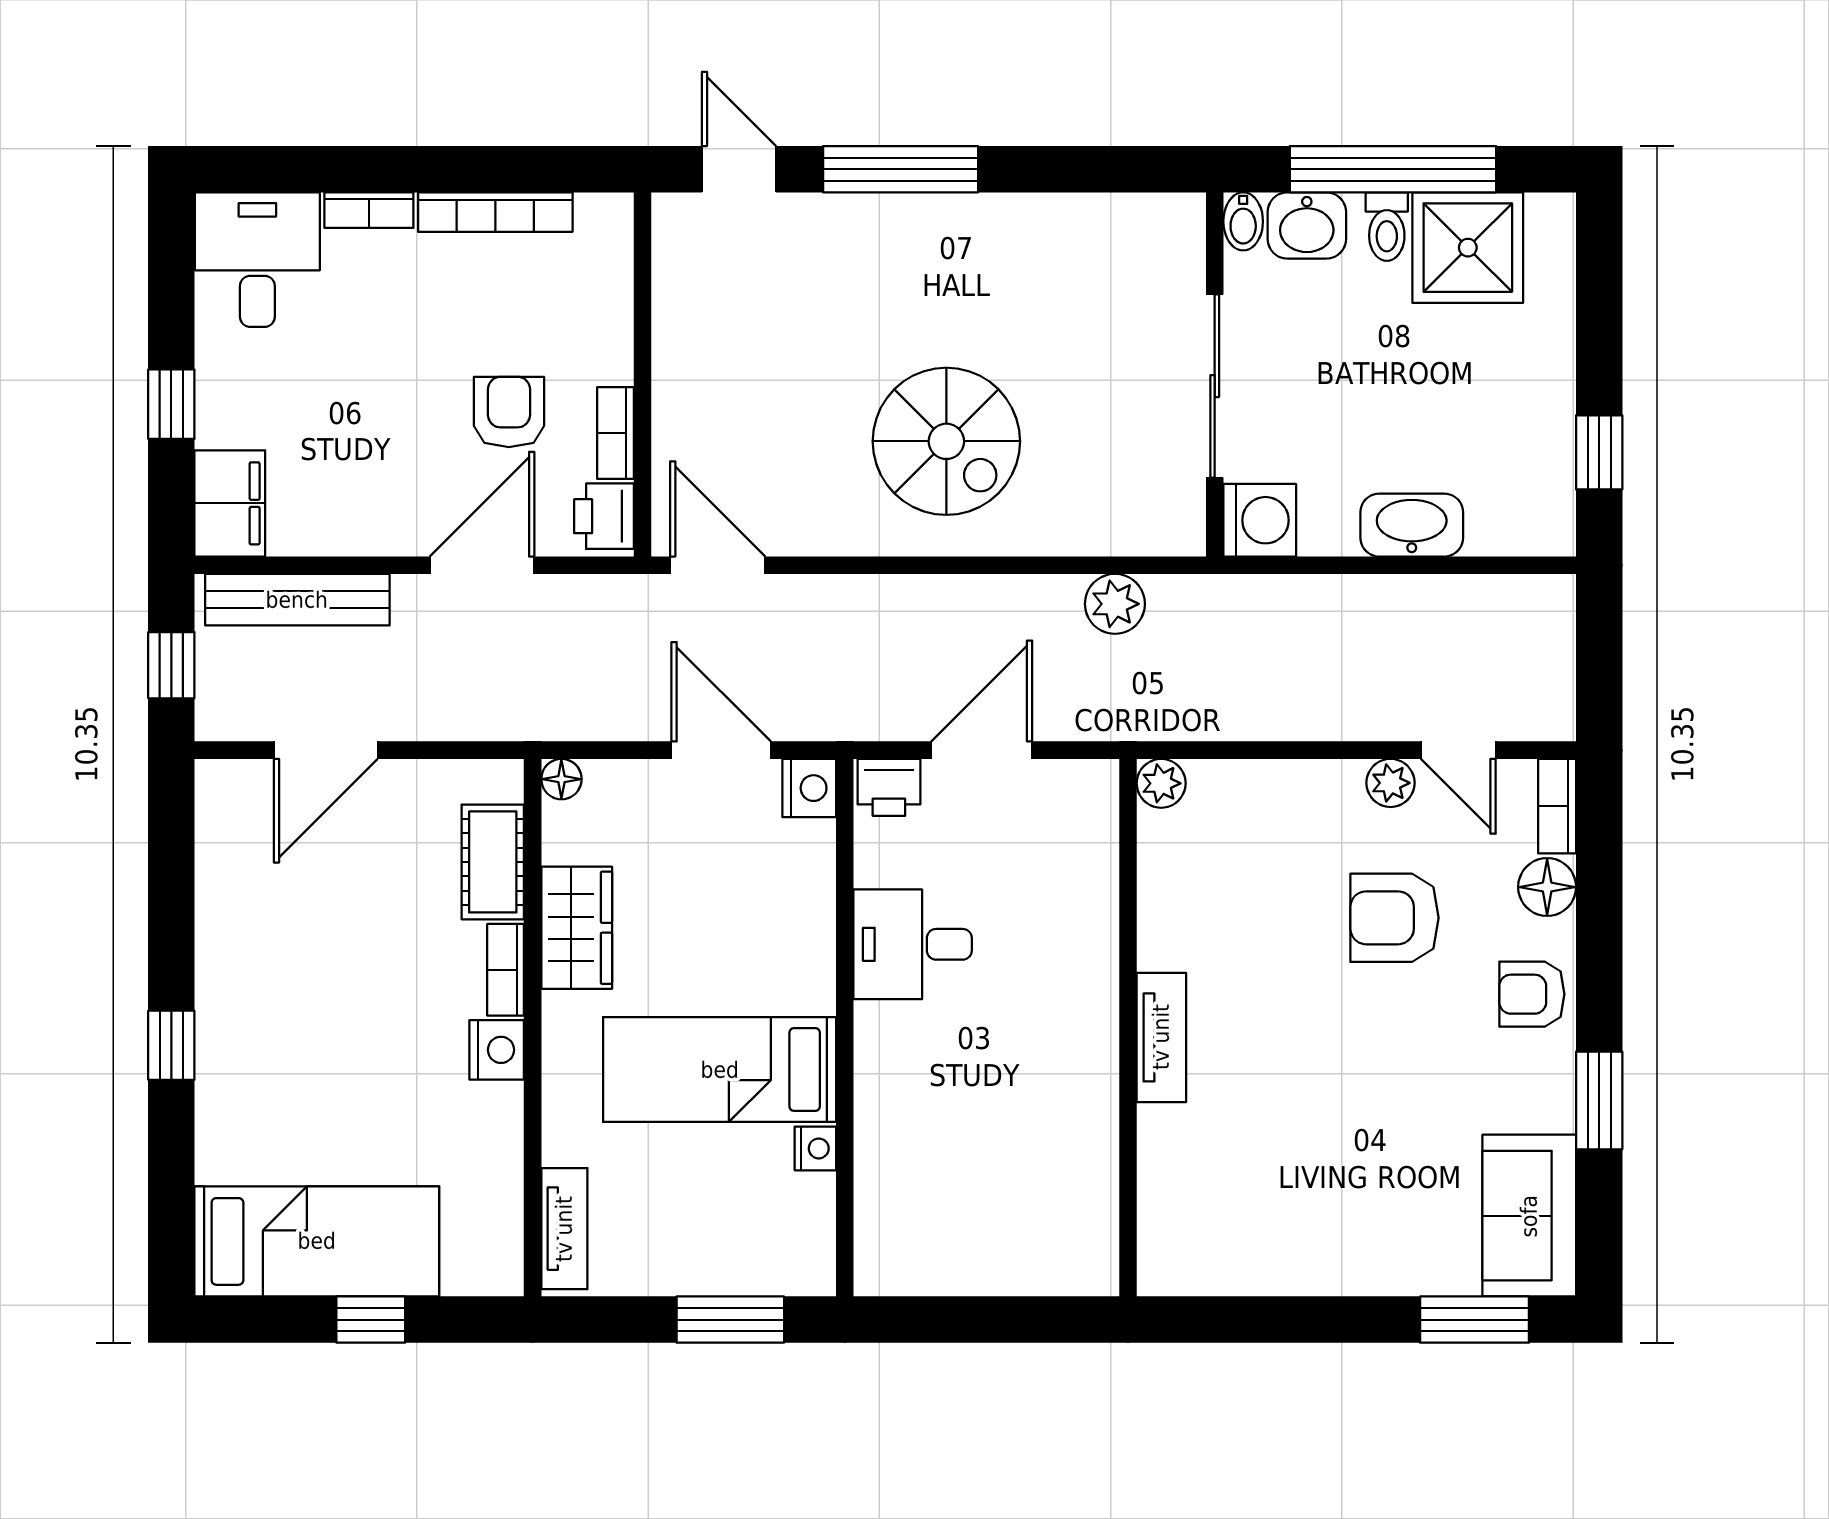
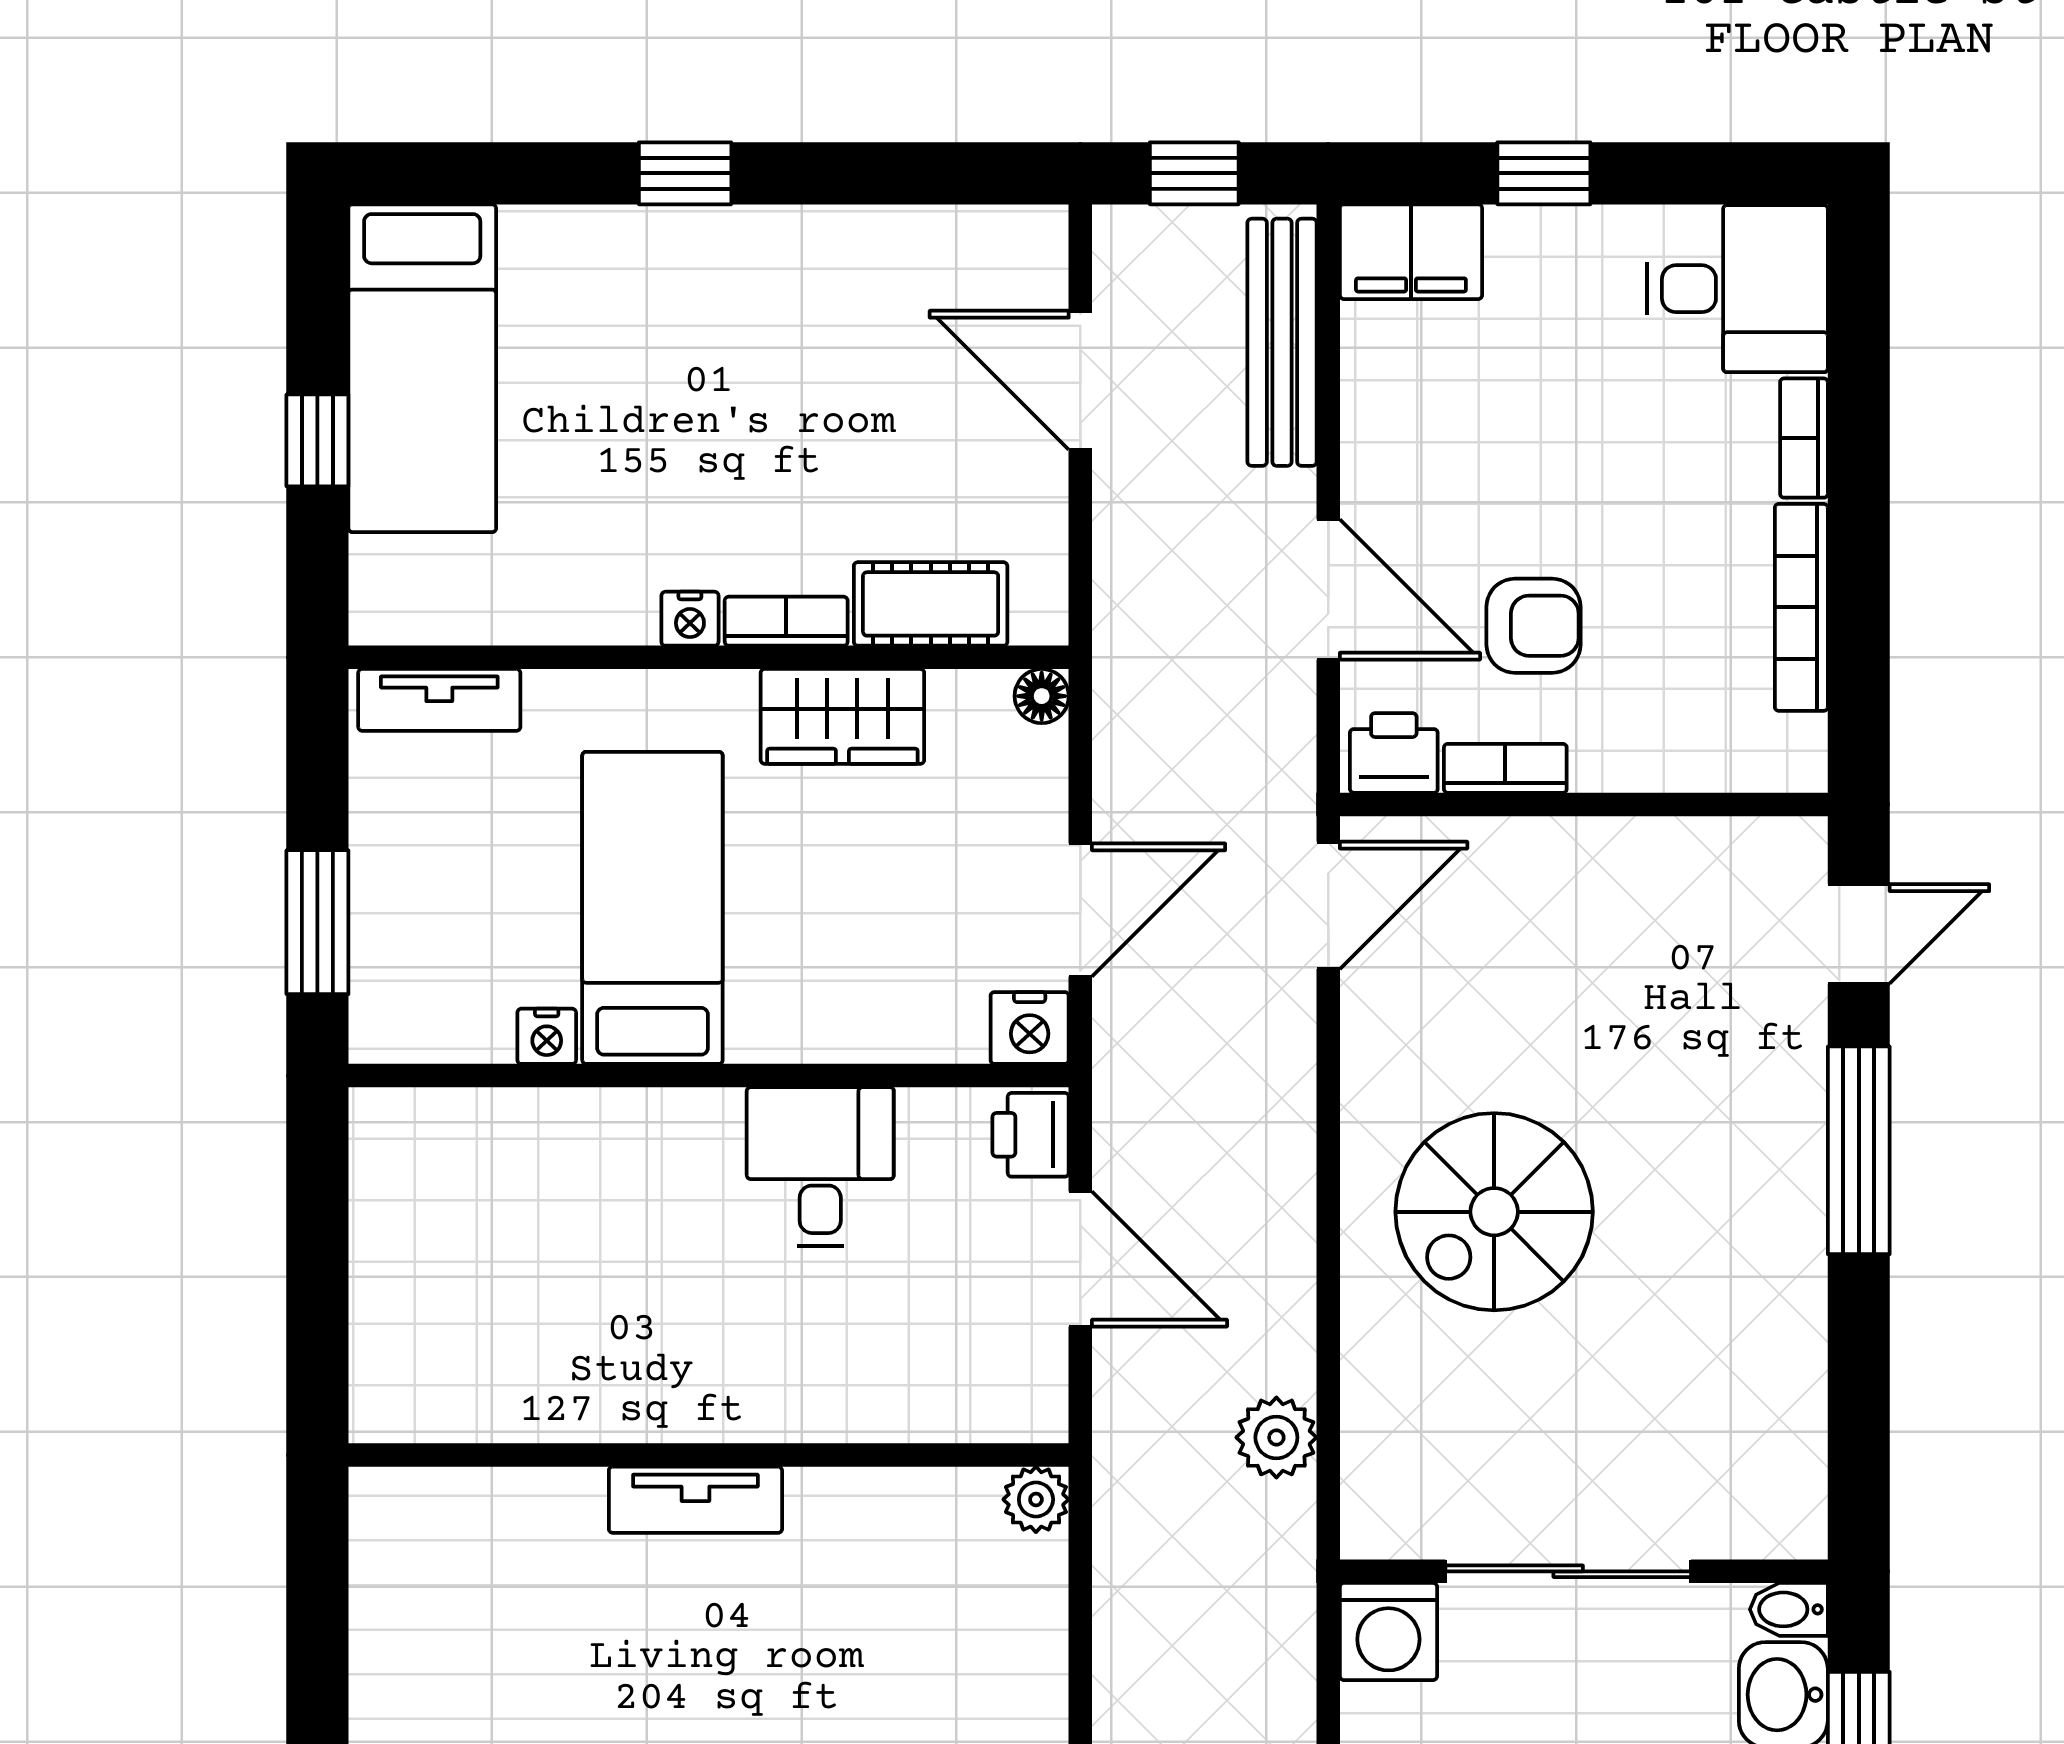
nightstand: (497, 1050) -> (690, 619), width x0.72, depth x0.74

